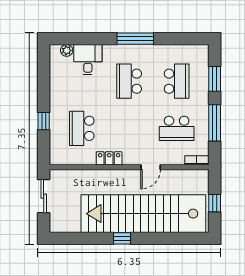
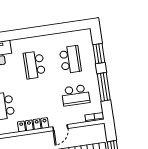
window: (135, 39) -> (34, 32), removed
locker: (109, 158) -> (33, 125), width x1.53

